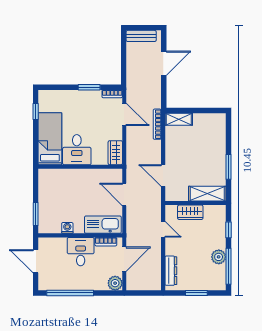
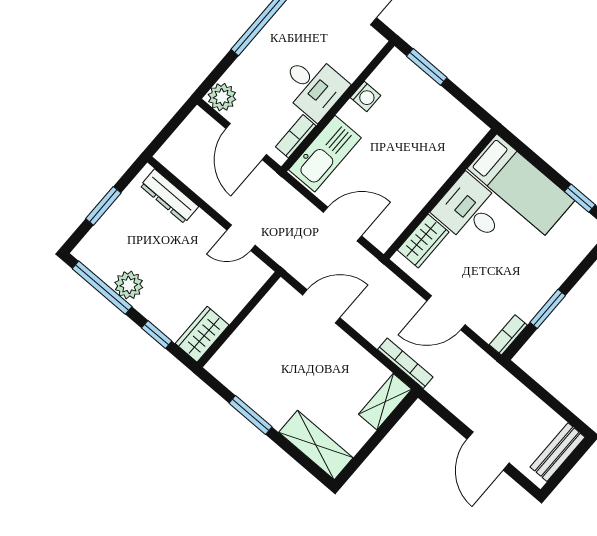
door: (124, 114) -> (446, 313), moved
wardrobe: (115, 153) -> (423, 241), moved, turned 90
shelving: (207, 194) -> (316, 445), moved, turned 90
wardrobe: (190, 212) -> (202, 334), moved

